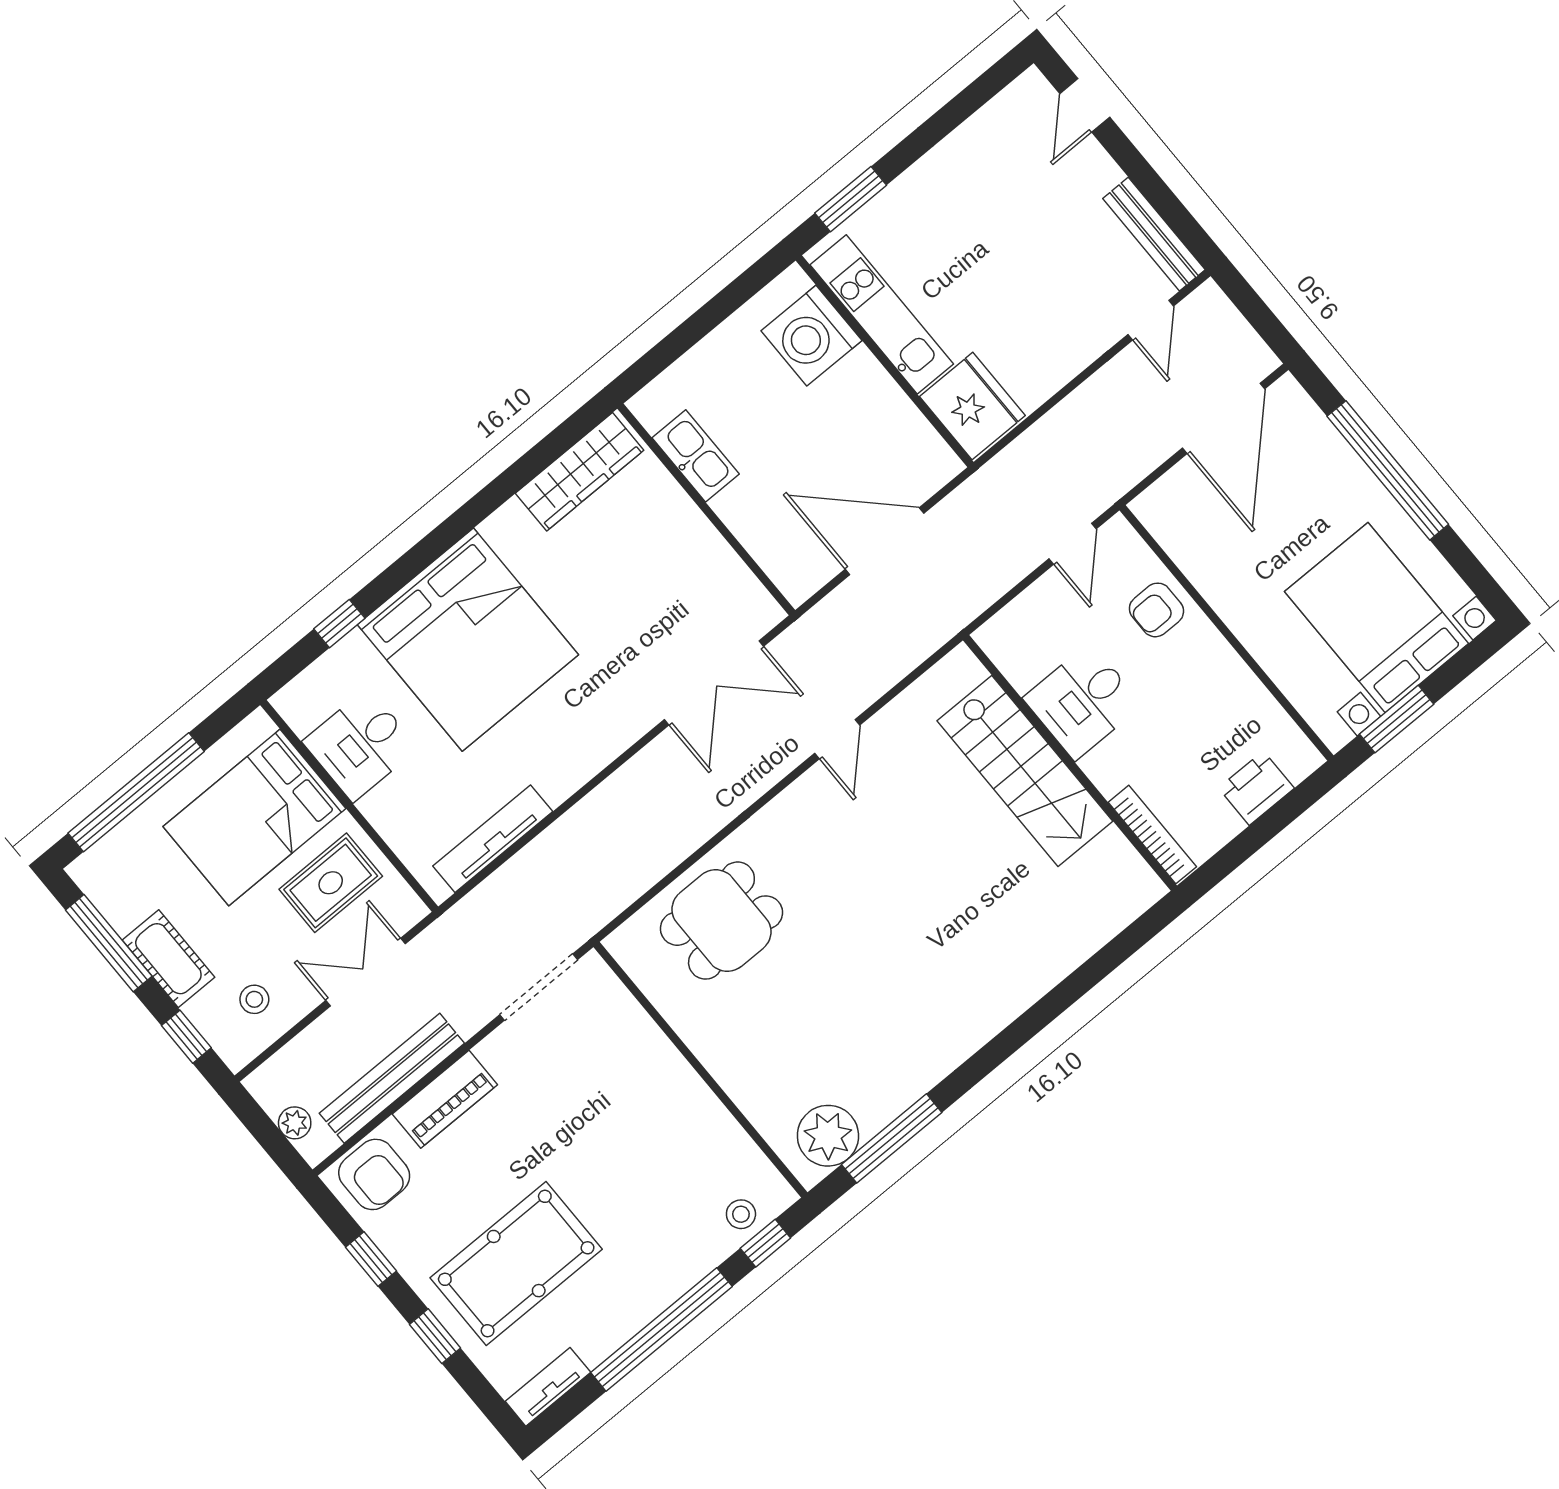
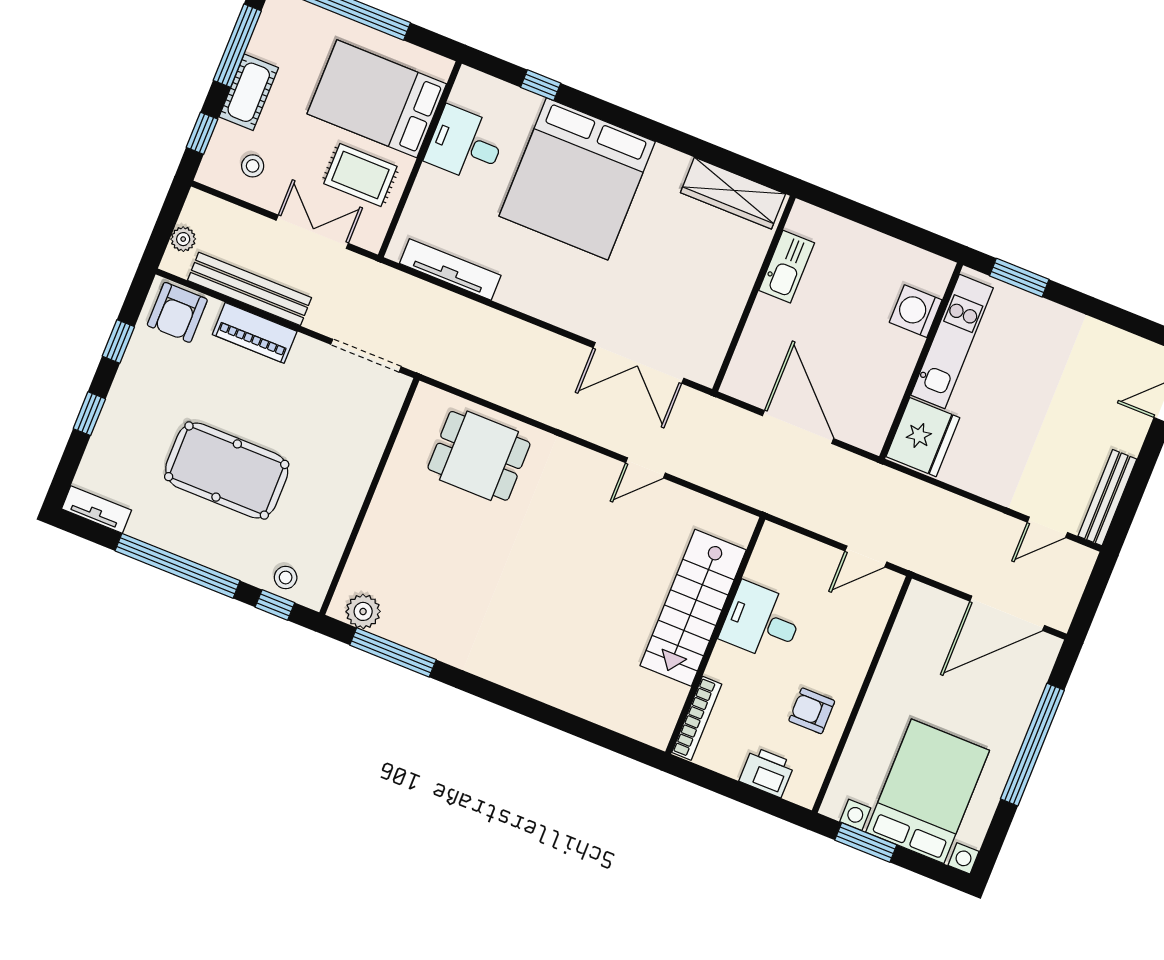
washing machine: (811, 336) -> (916, 311), width x0.73, depth x0.73
armchair: (1156, 610) -> (812, 711), moved
plant: (828, 1136) -> (363, 611), width x0.73, depth x0.73
pool table: (516, 1264) -> (227, 471), moved

